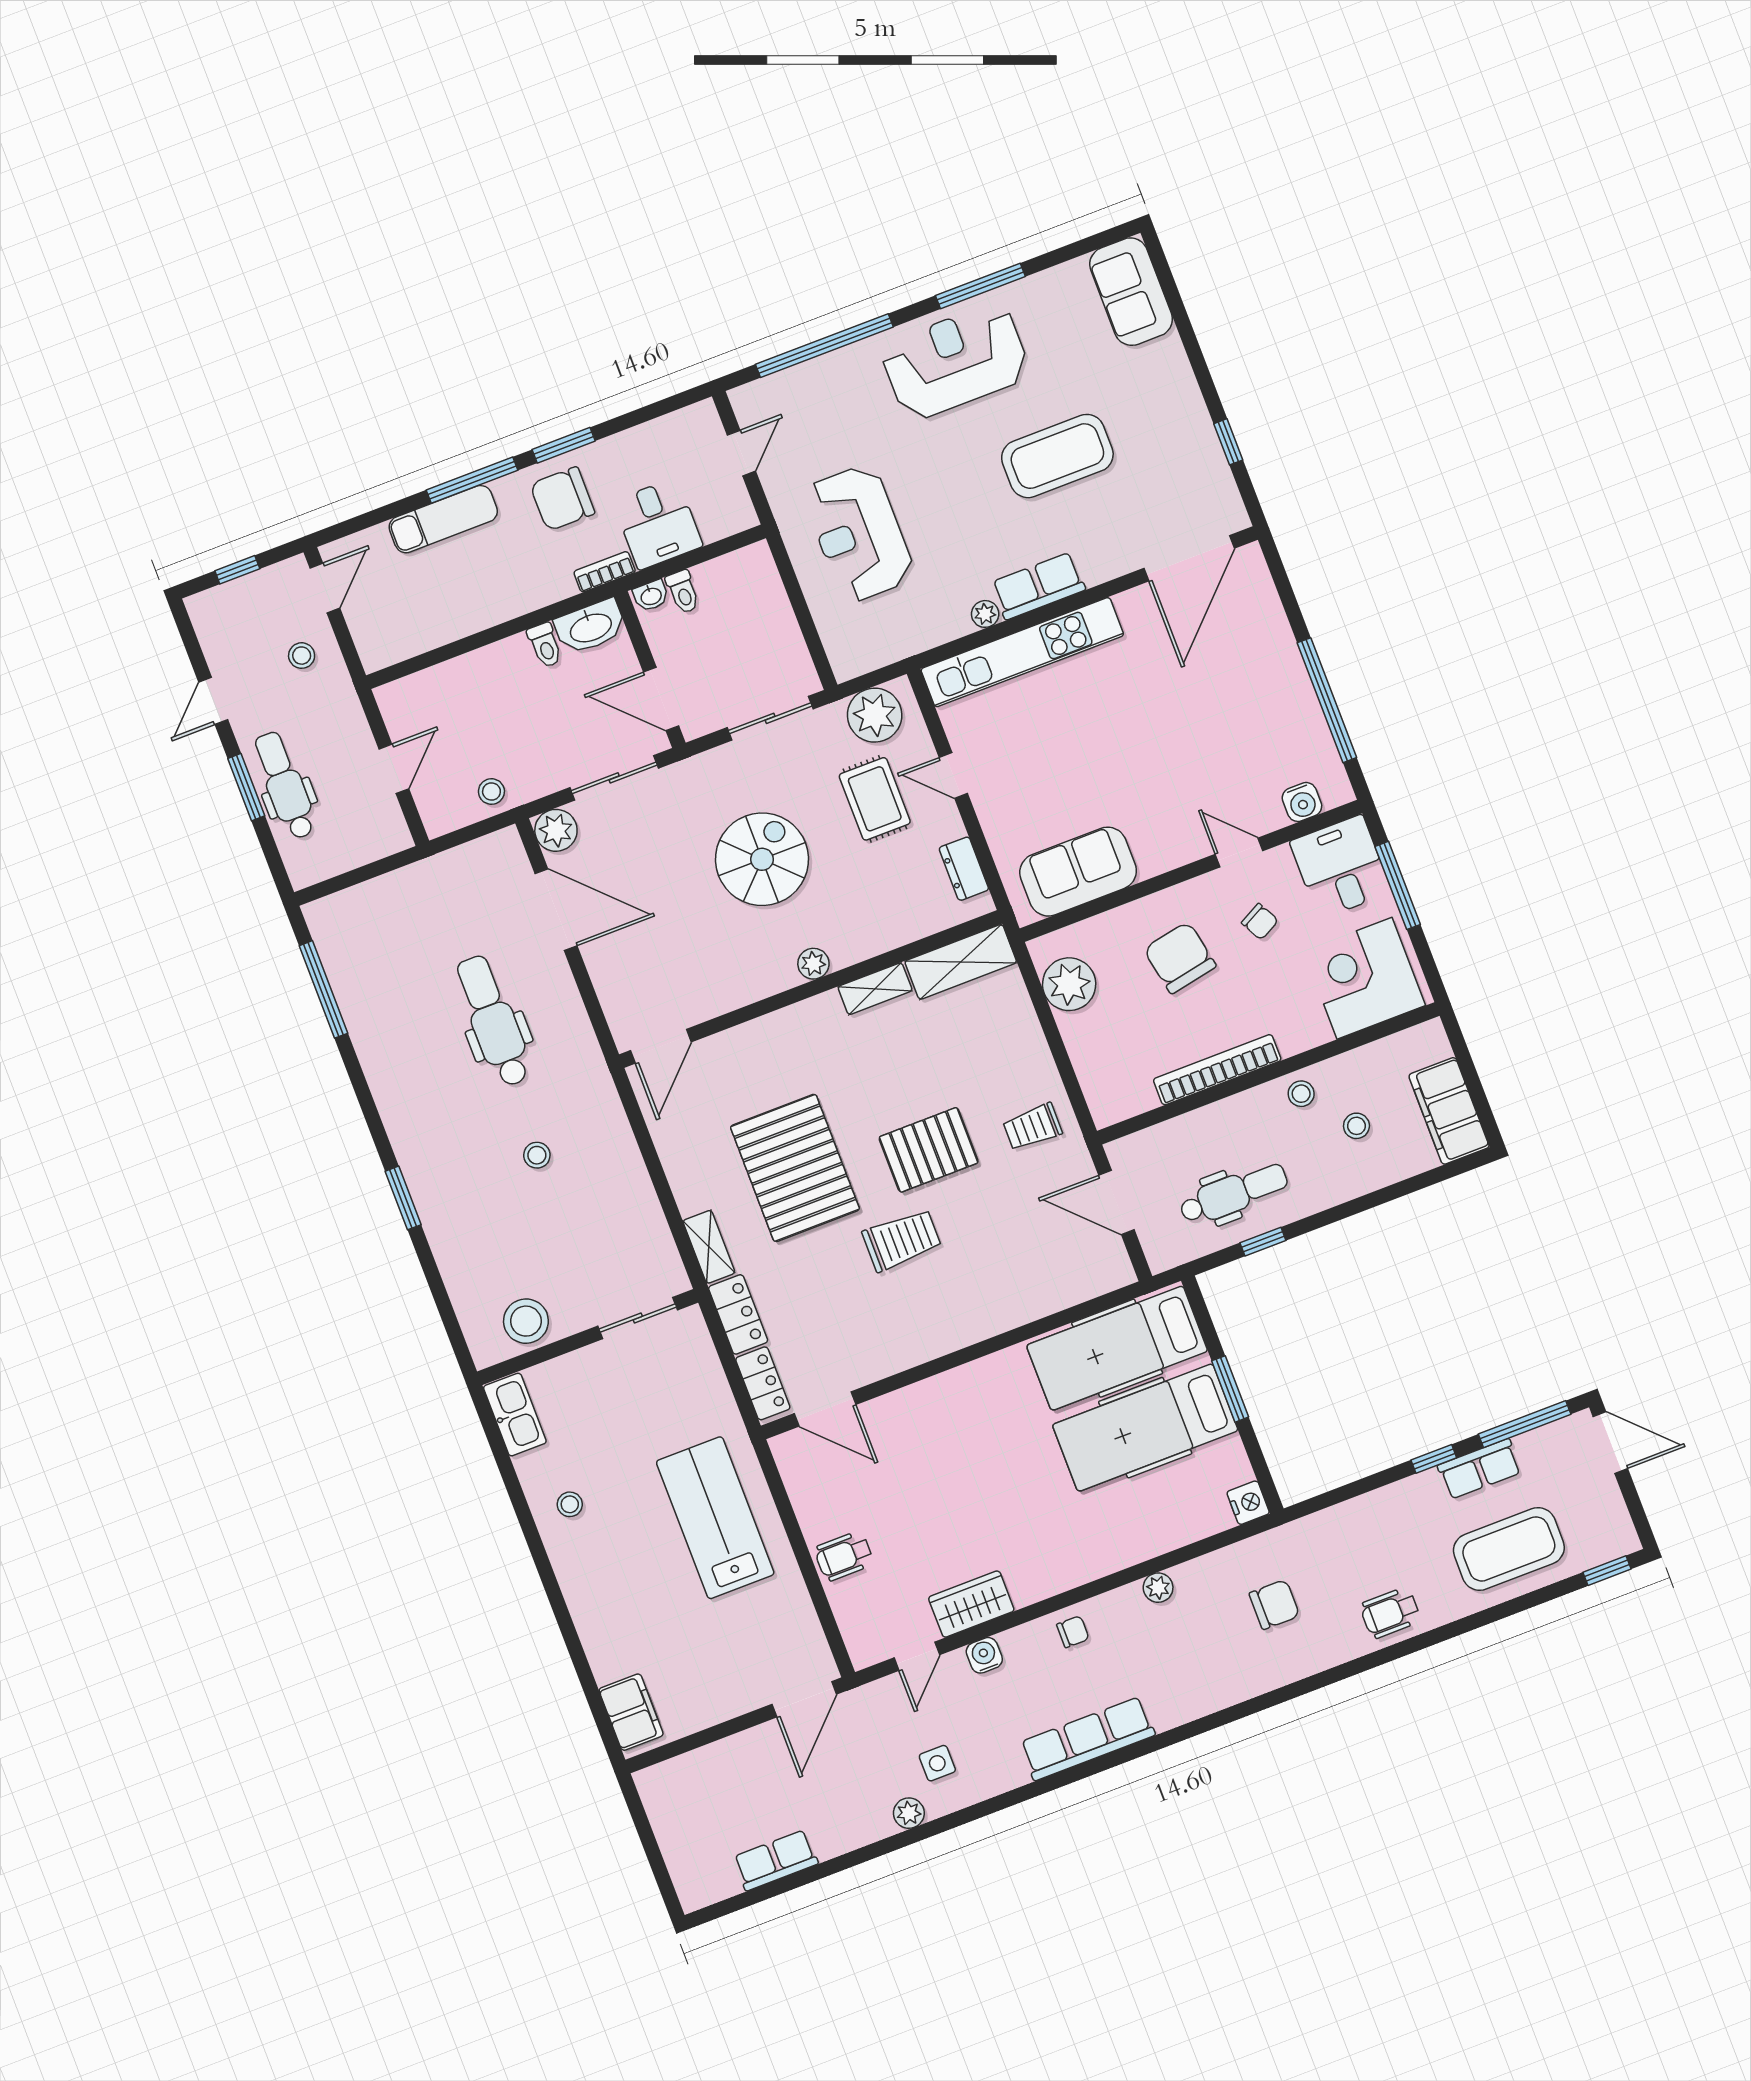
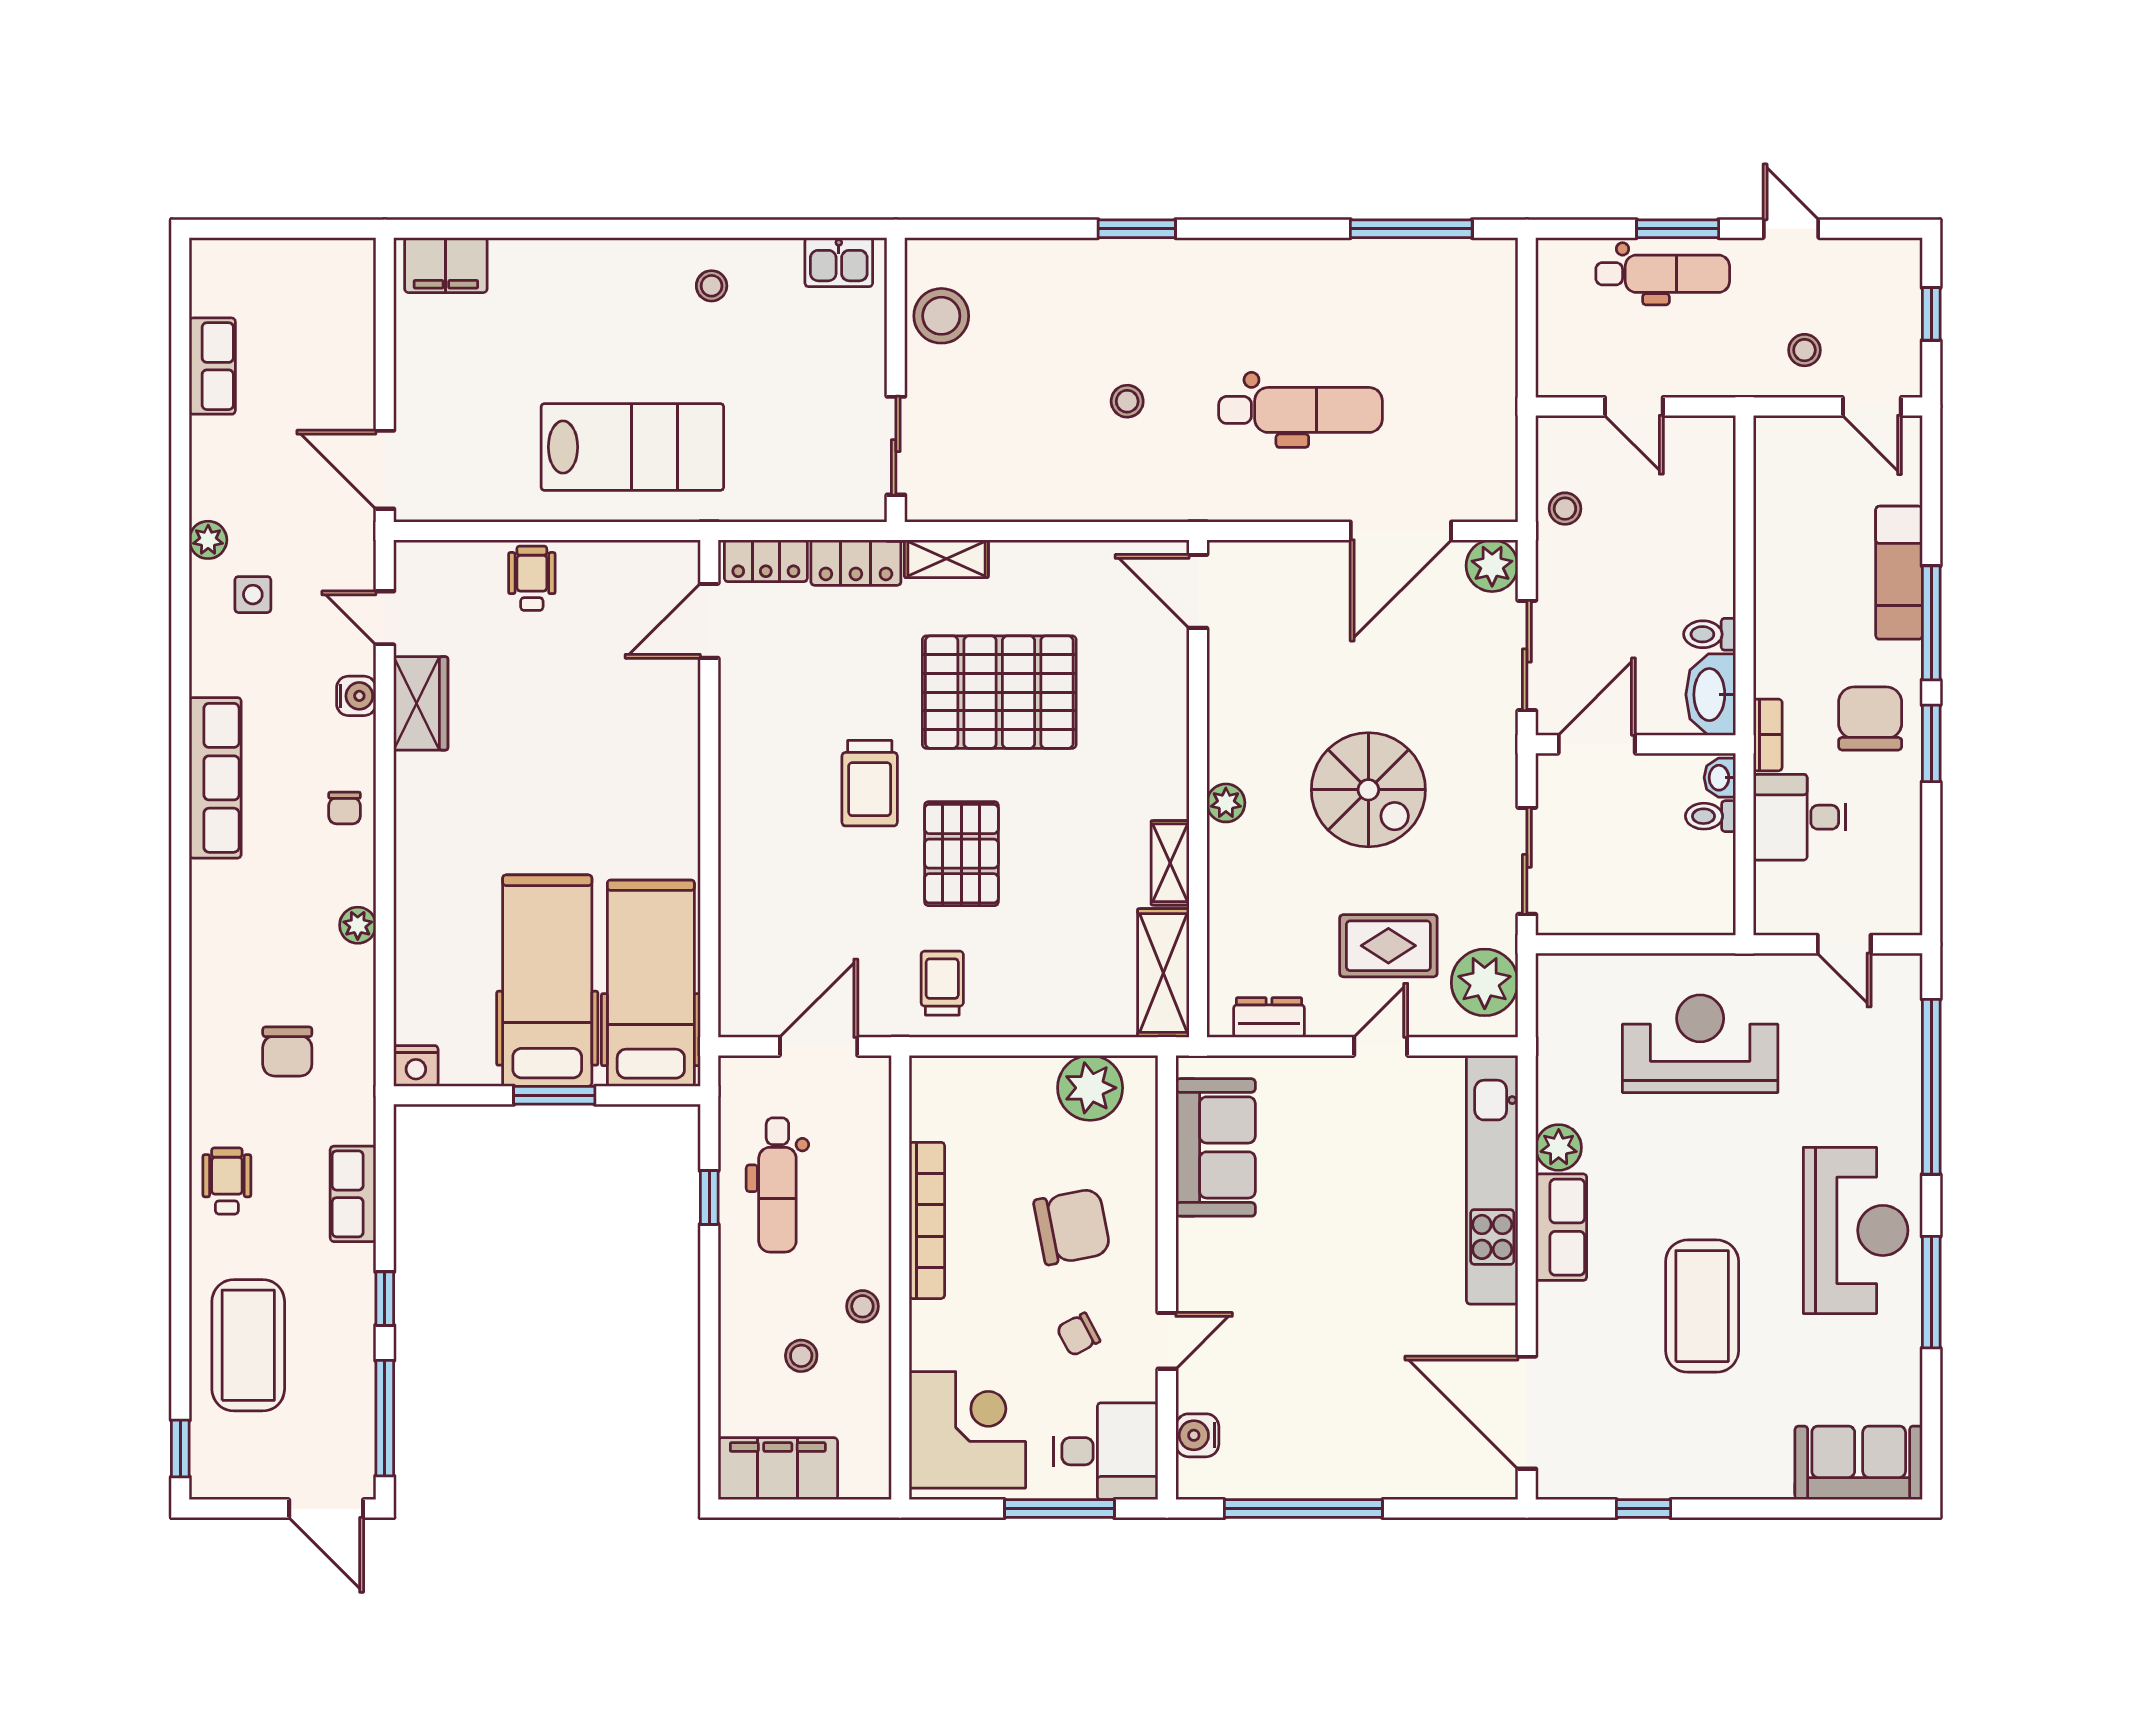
plant: (985, 614) -> (1559, 1147), width x1.38, depth x1.38
kitchen sink: (515, 1415) -> (839, 262), width x0.73
door: (1610, 1442) -> (326, 1509), hinge flipped
row of seats: (1480, 1469) -> (353, 1194), moved

